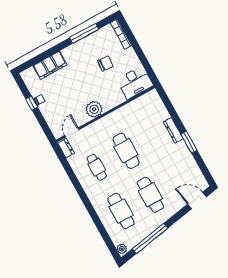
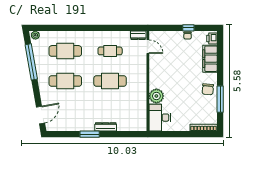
chair: (105, 63) -> (208, 89), moved
printer: (29, 74) -> (212, 39), added
plant: (94, 109) -> (156, 96), moved

